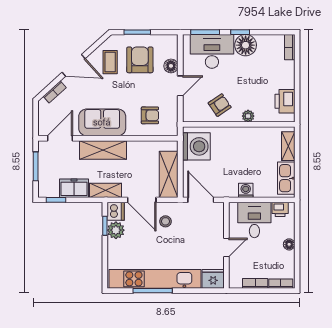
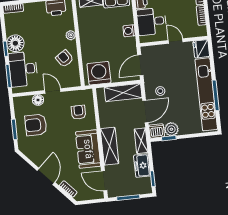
coffee table: (110, 62) -> (40, 148), removed

